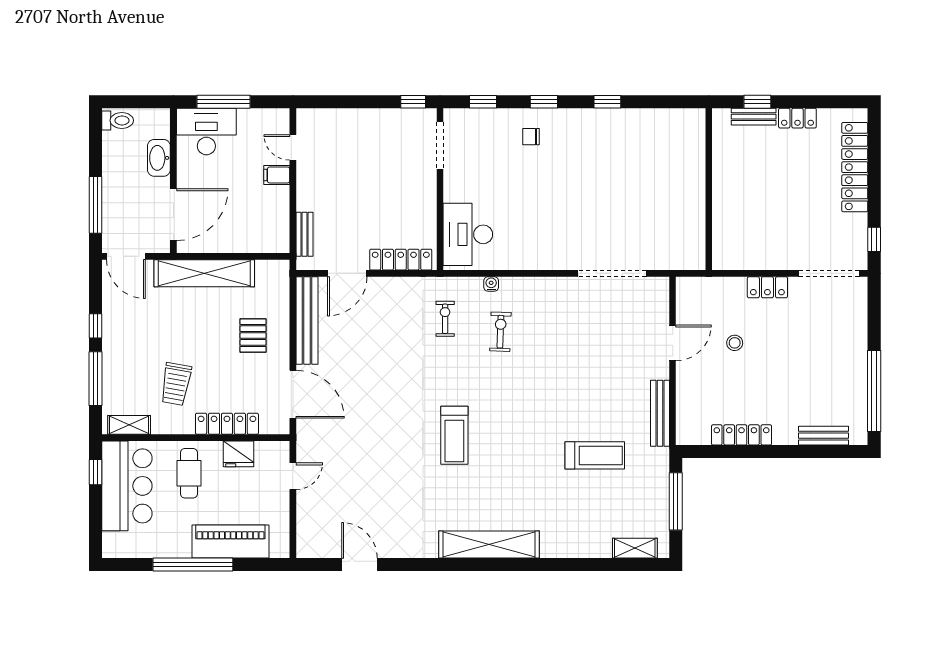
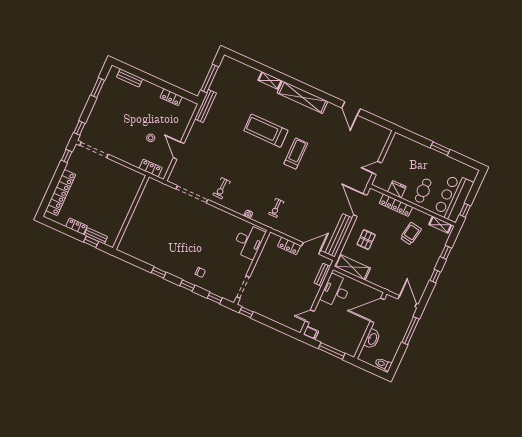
desk: (206, 132) -> (336, 291), moved, turned 90
door: (293, 147) -> (310, 316), swing flipped
filing cabinet: (277, 175) -> (311, 333), moved
locker: (401, 260) -> (289, 246), width x0.66
shelving: (204, 273) -> (352, 267), moved, width x0.68
locker: (767, 287) -> (151, 168), moved
window: (874, 301) -> (79, 128), added
exercise bike: (500, 332) -> (222, 188), moved
door: (673, 343) -> (179, 151), hinge flipped
window: (96, 379) -> (446, 252), width x0.46
window: (874, 391) -> (98, 88), width x0.47
bench: (660, 413) -> (206, 106), moved
locker: (742, 435) -> (171, 97), width x0.66
treadmill: (595, 455) -> (266, 131), moved, width x1.37, depth x1.38
piano: (230, 542) -> (418, 151), removed
shelving: (635, 548) -> (270, 80), moved
window: (193, 565) -> (440, 149), width x0.47
door: (359, 565) -> (351, 108), moved

